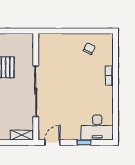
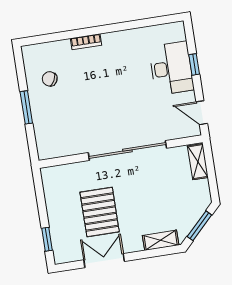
window: (73, 31) -> (26, 107), added
desk: (97, 127) -> (171, 68), moved

